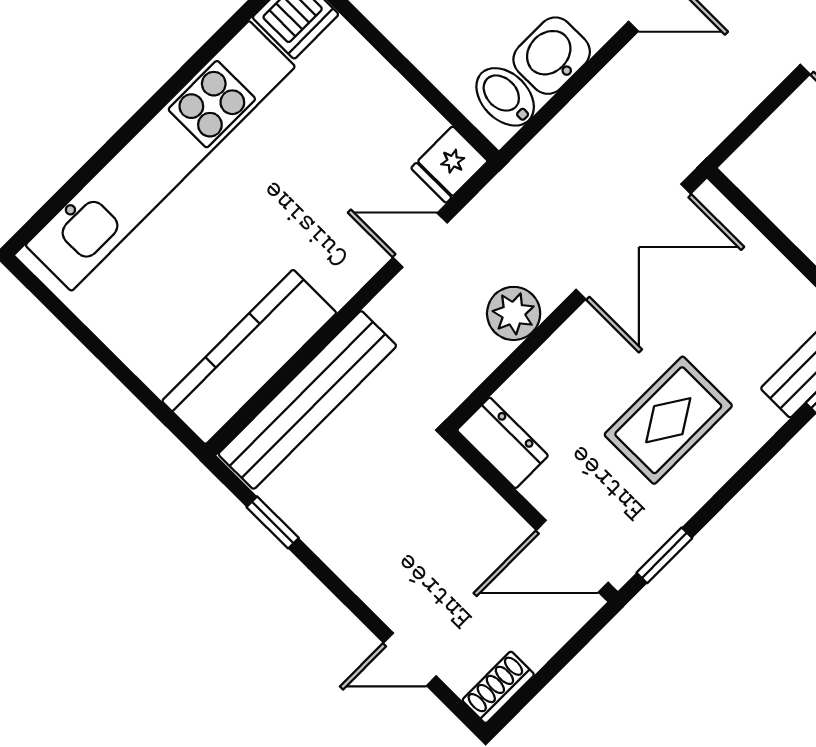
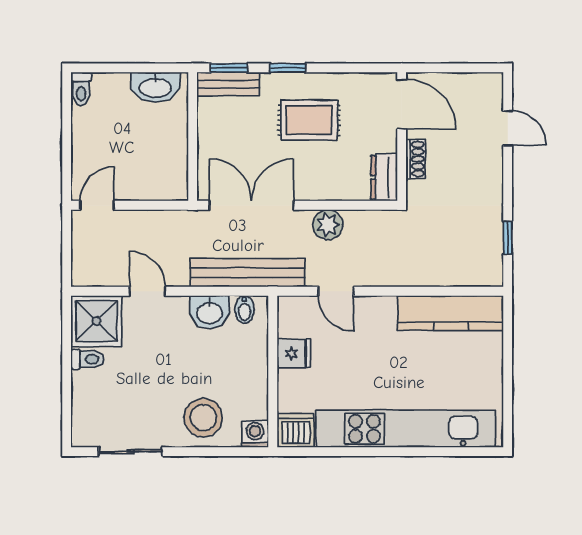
bidet: (505, 97) -> (245, 309), width x0.72, depth x0.74
fridge: (449, 165) -> (294, 354), moved
bench: (307, 400) -> (248, 273), moved
window: (664, 555) -> (288, 68), moved
shoe rack: (498, 687) -> (416, 159), moved, turned -90

